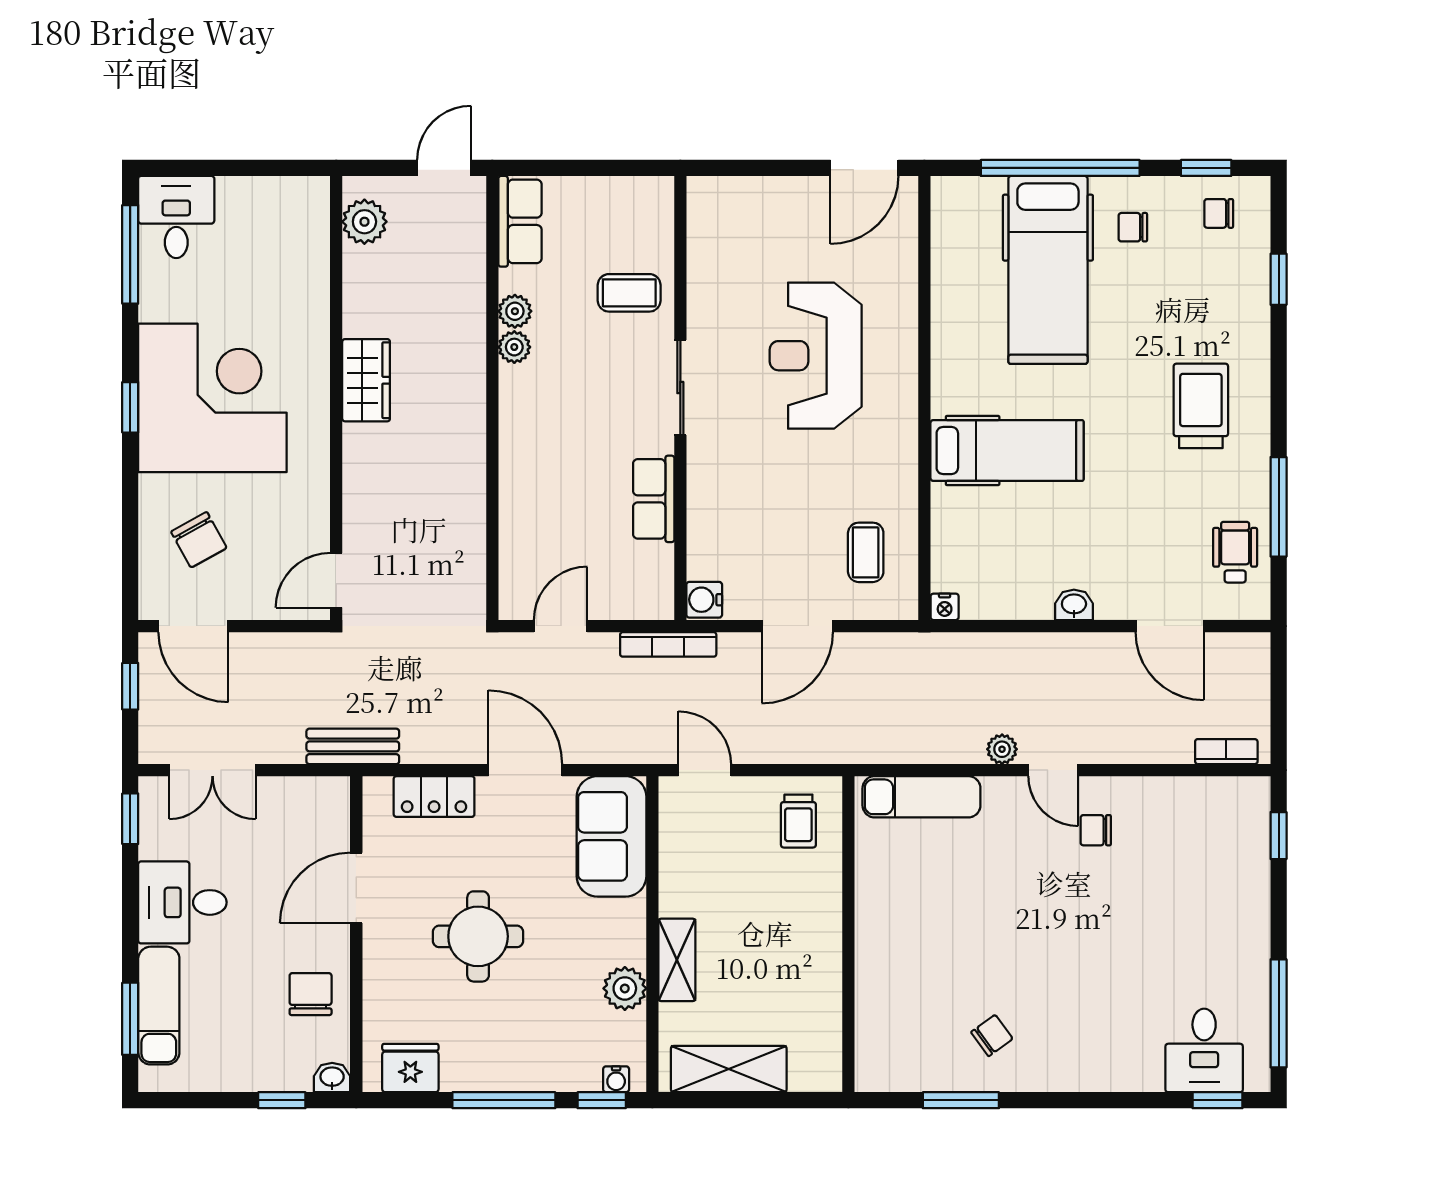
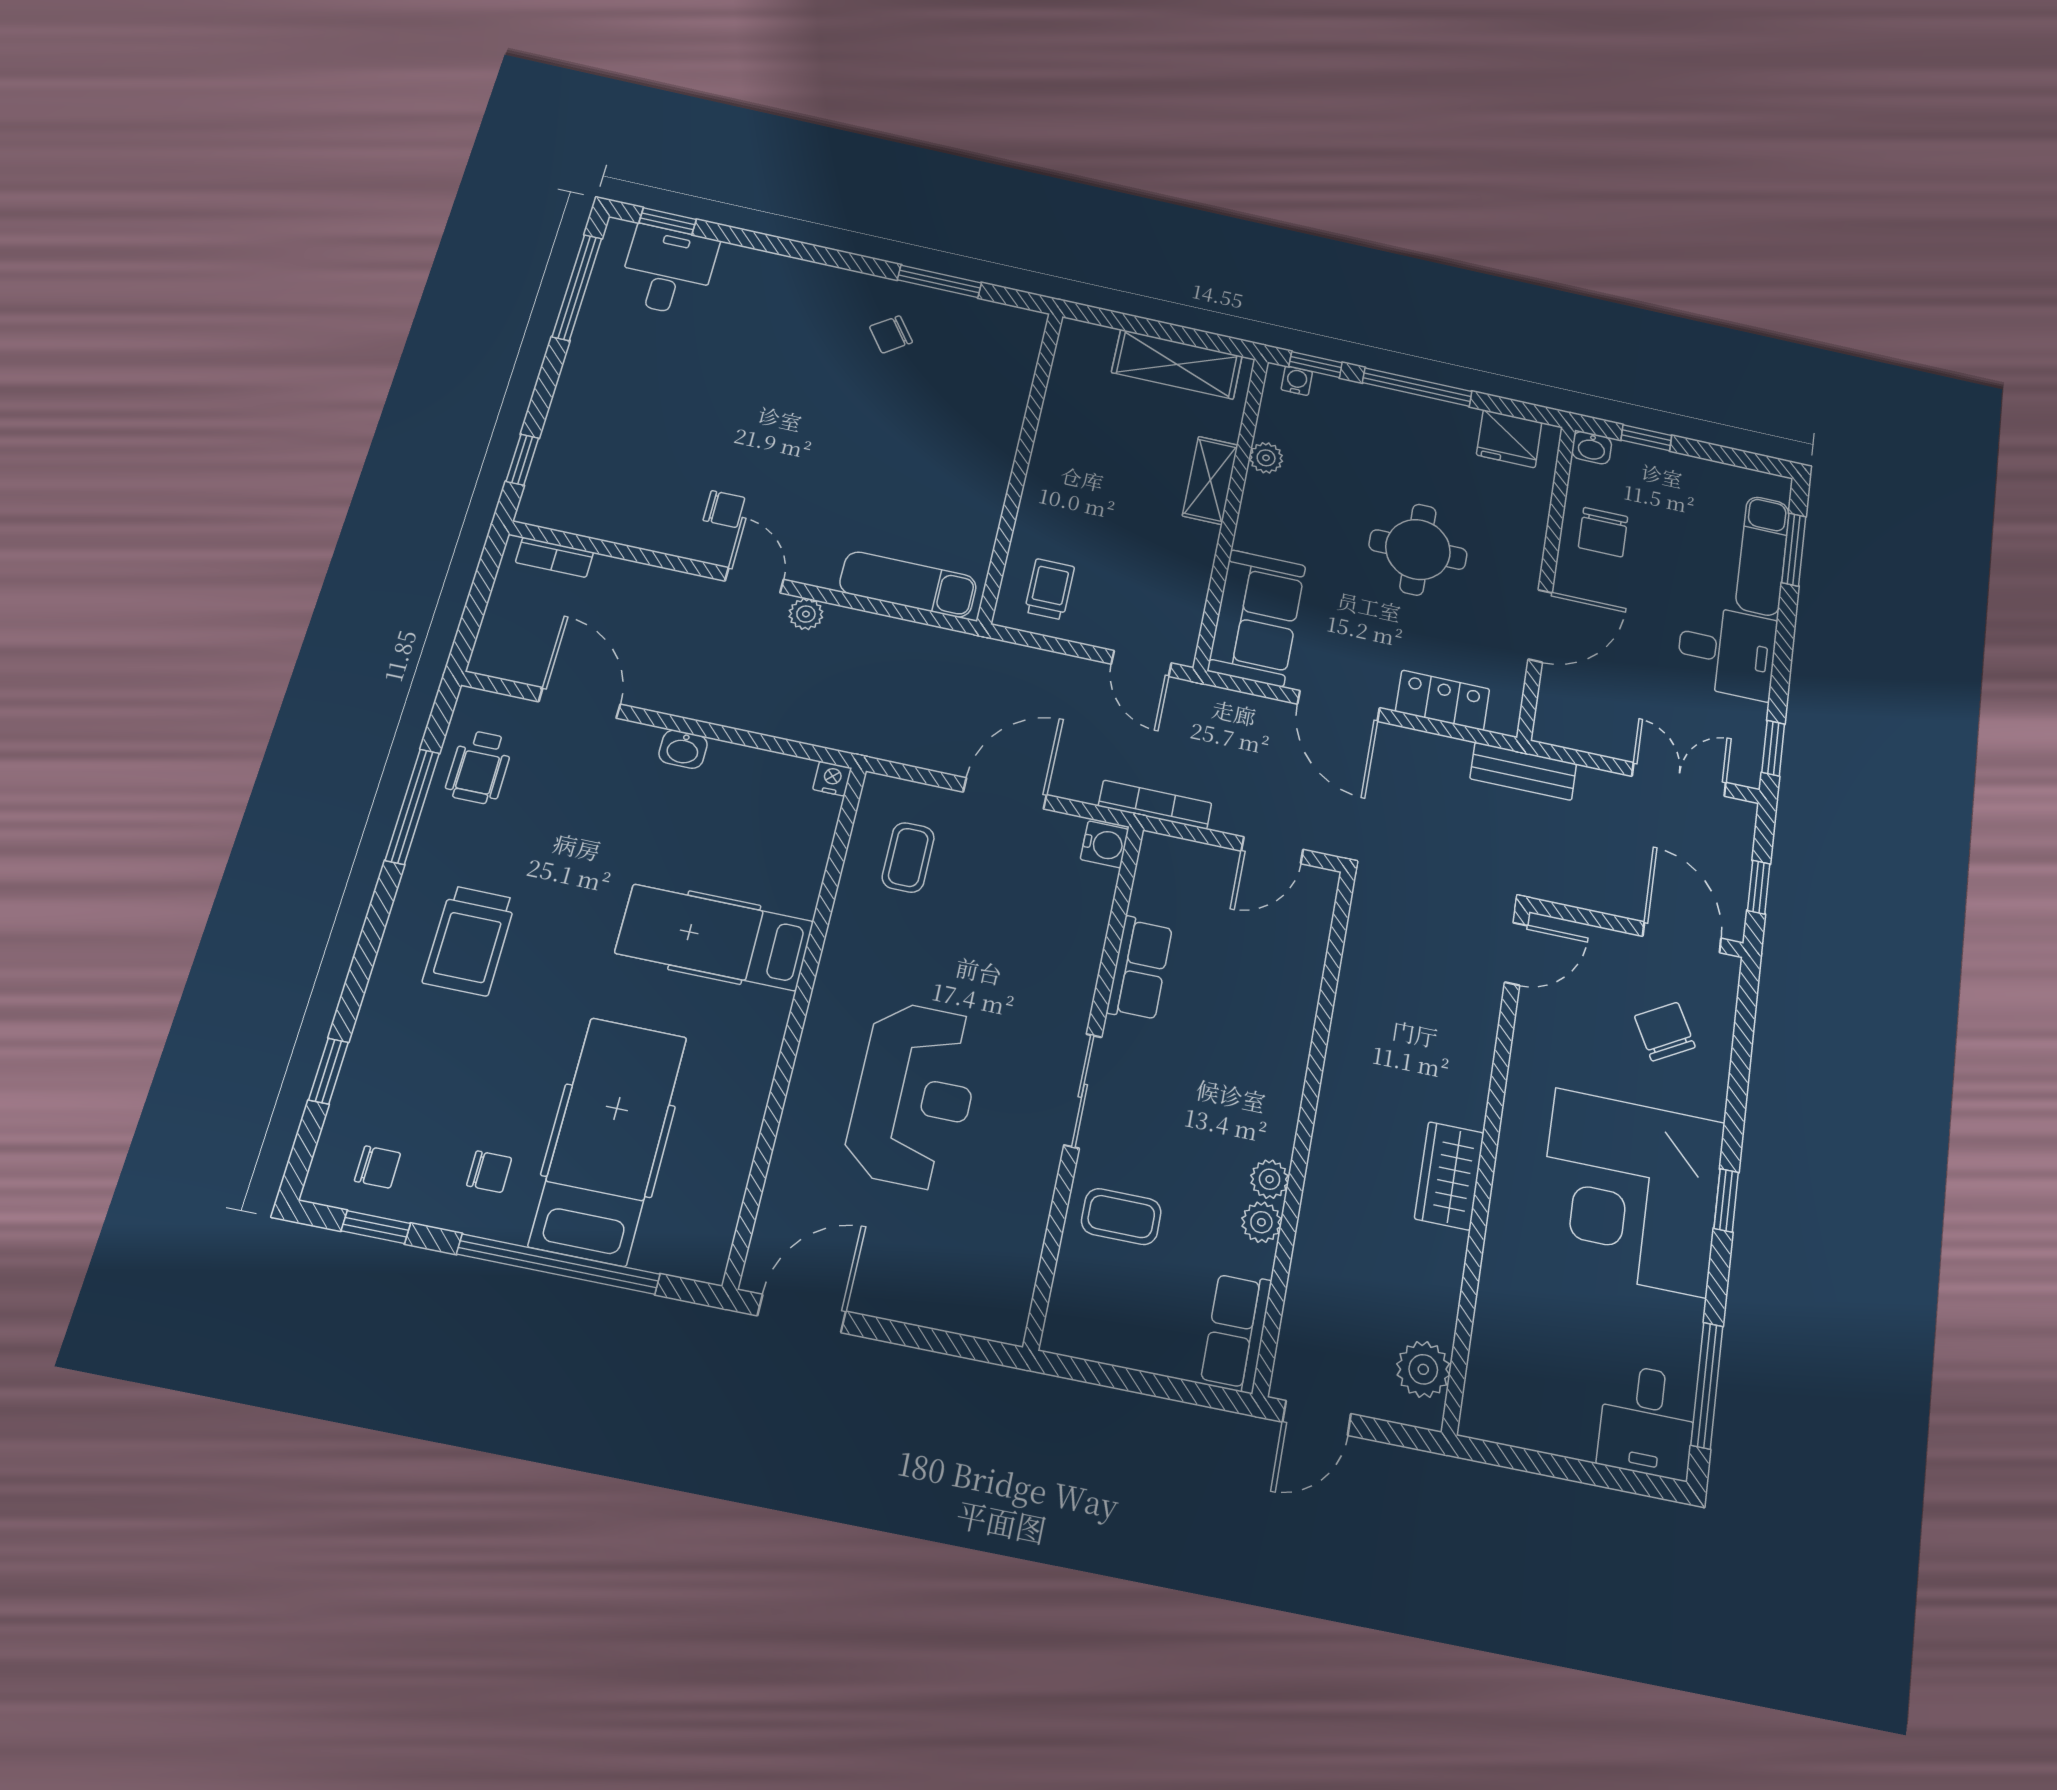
plant: (625, 988) -> (1266, 458), width x0.73, depth x0.73

